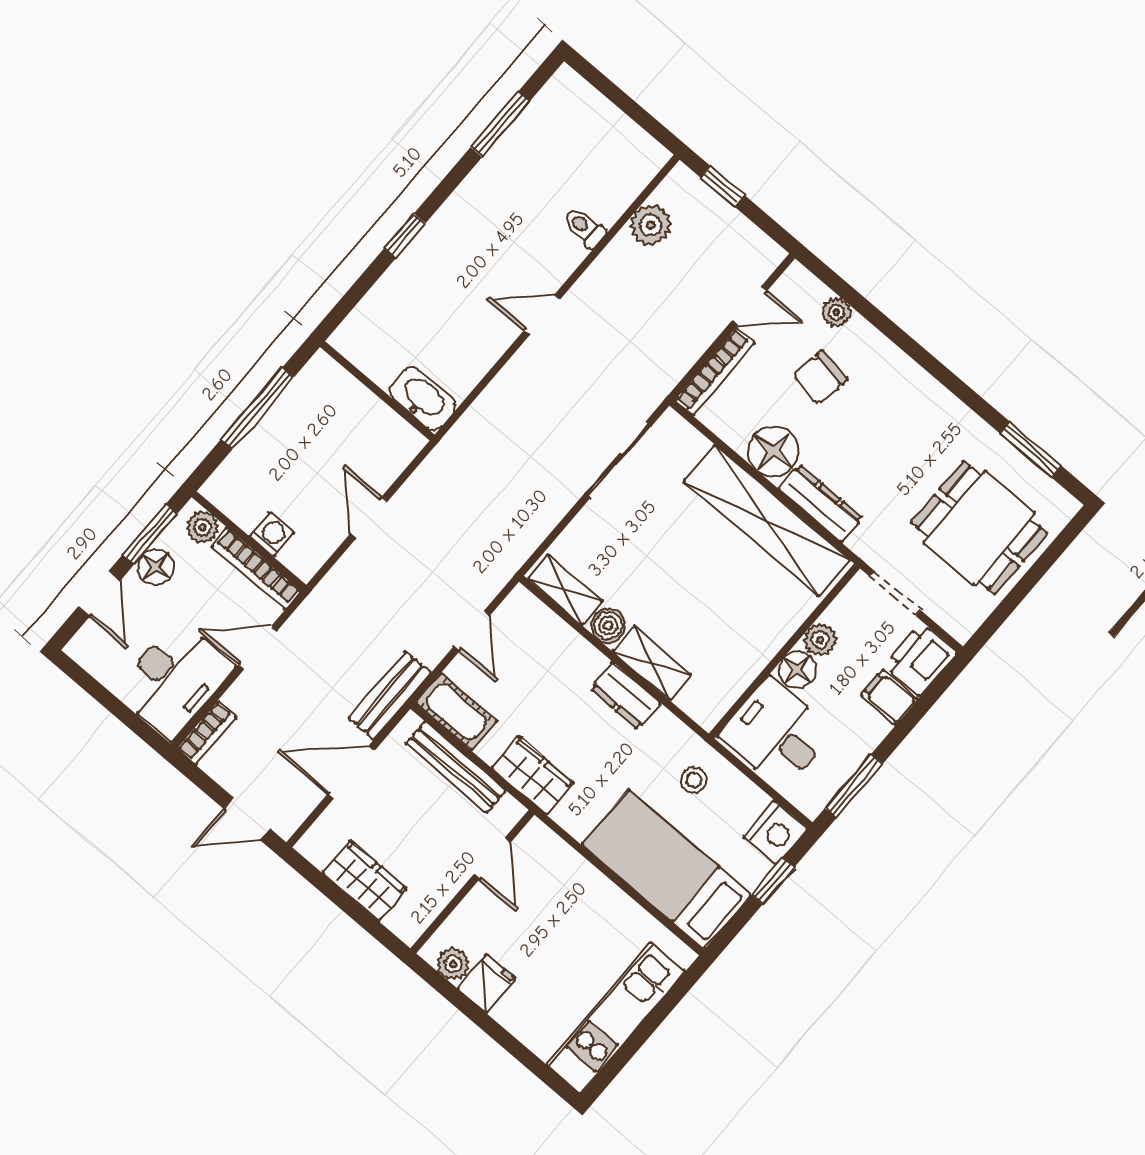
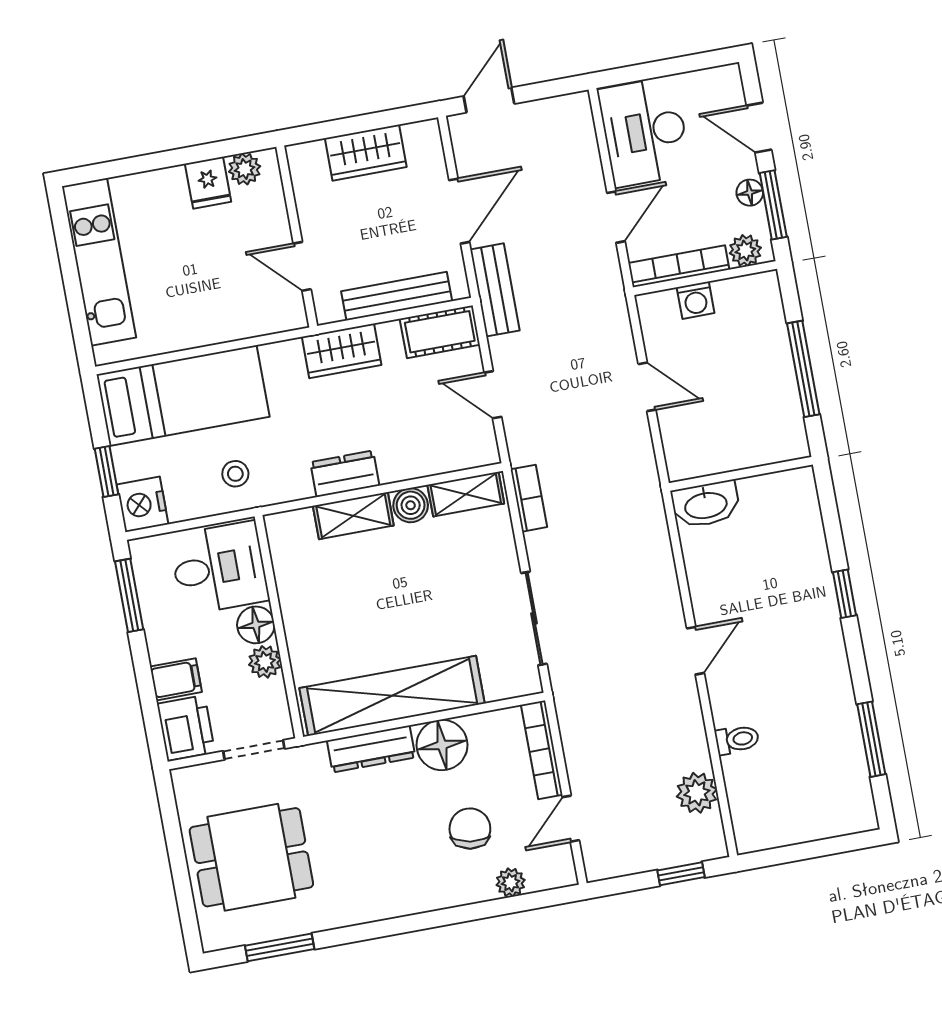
floor lamp: (156, 567) -> (750, 193), width x0.73, depth x0.73
bookcase: (207, 733) -> (529, 498), moved, turned 180

